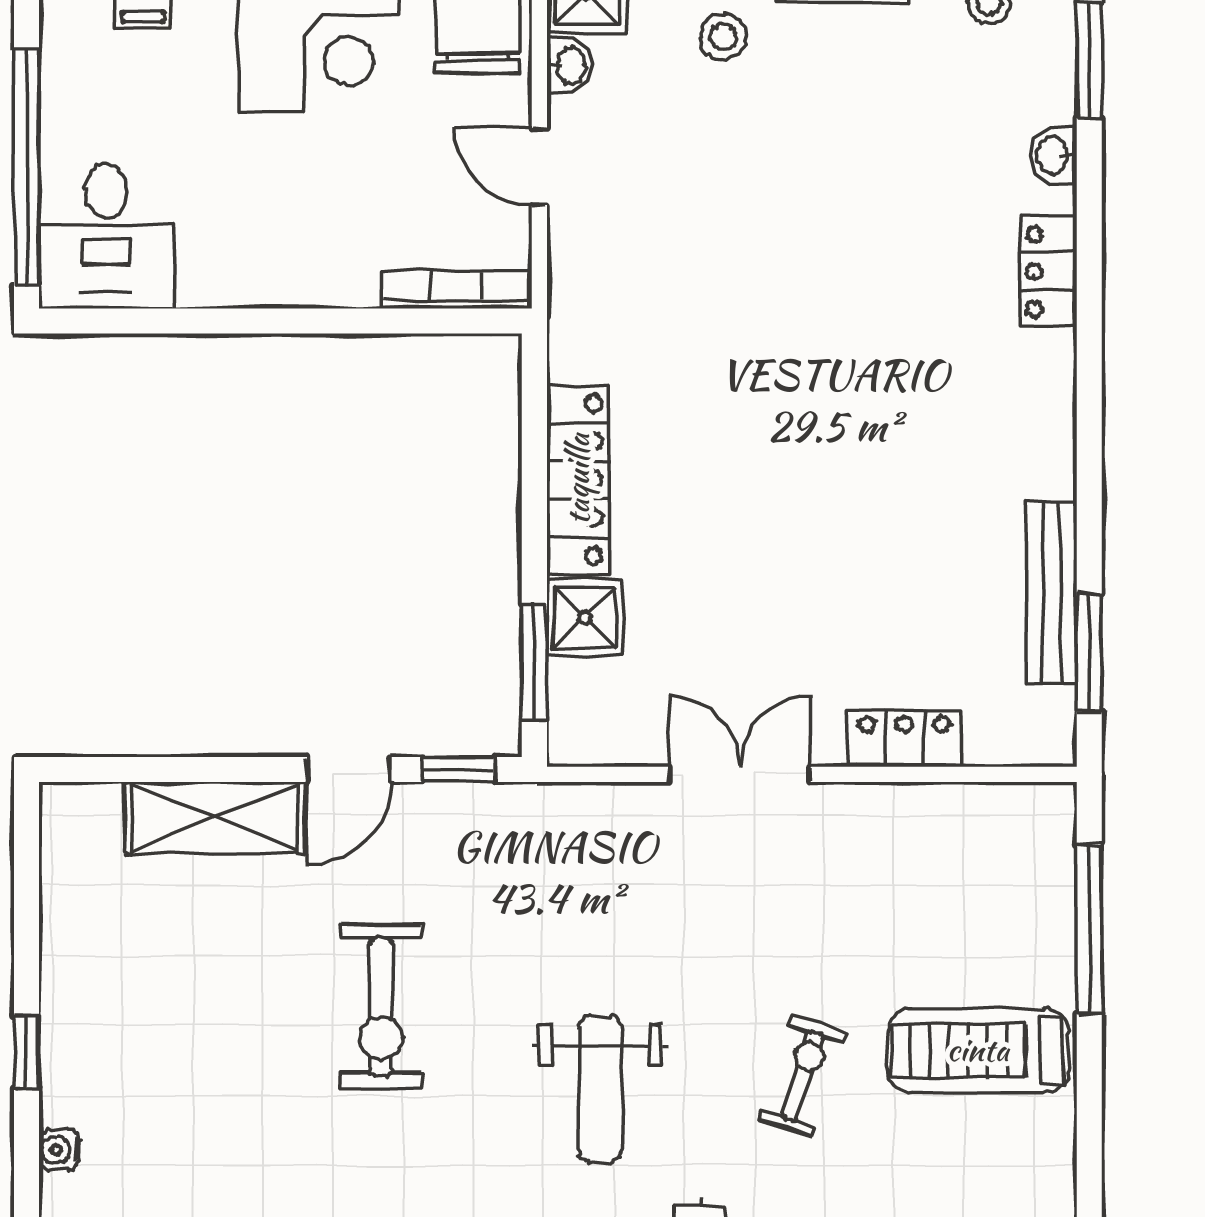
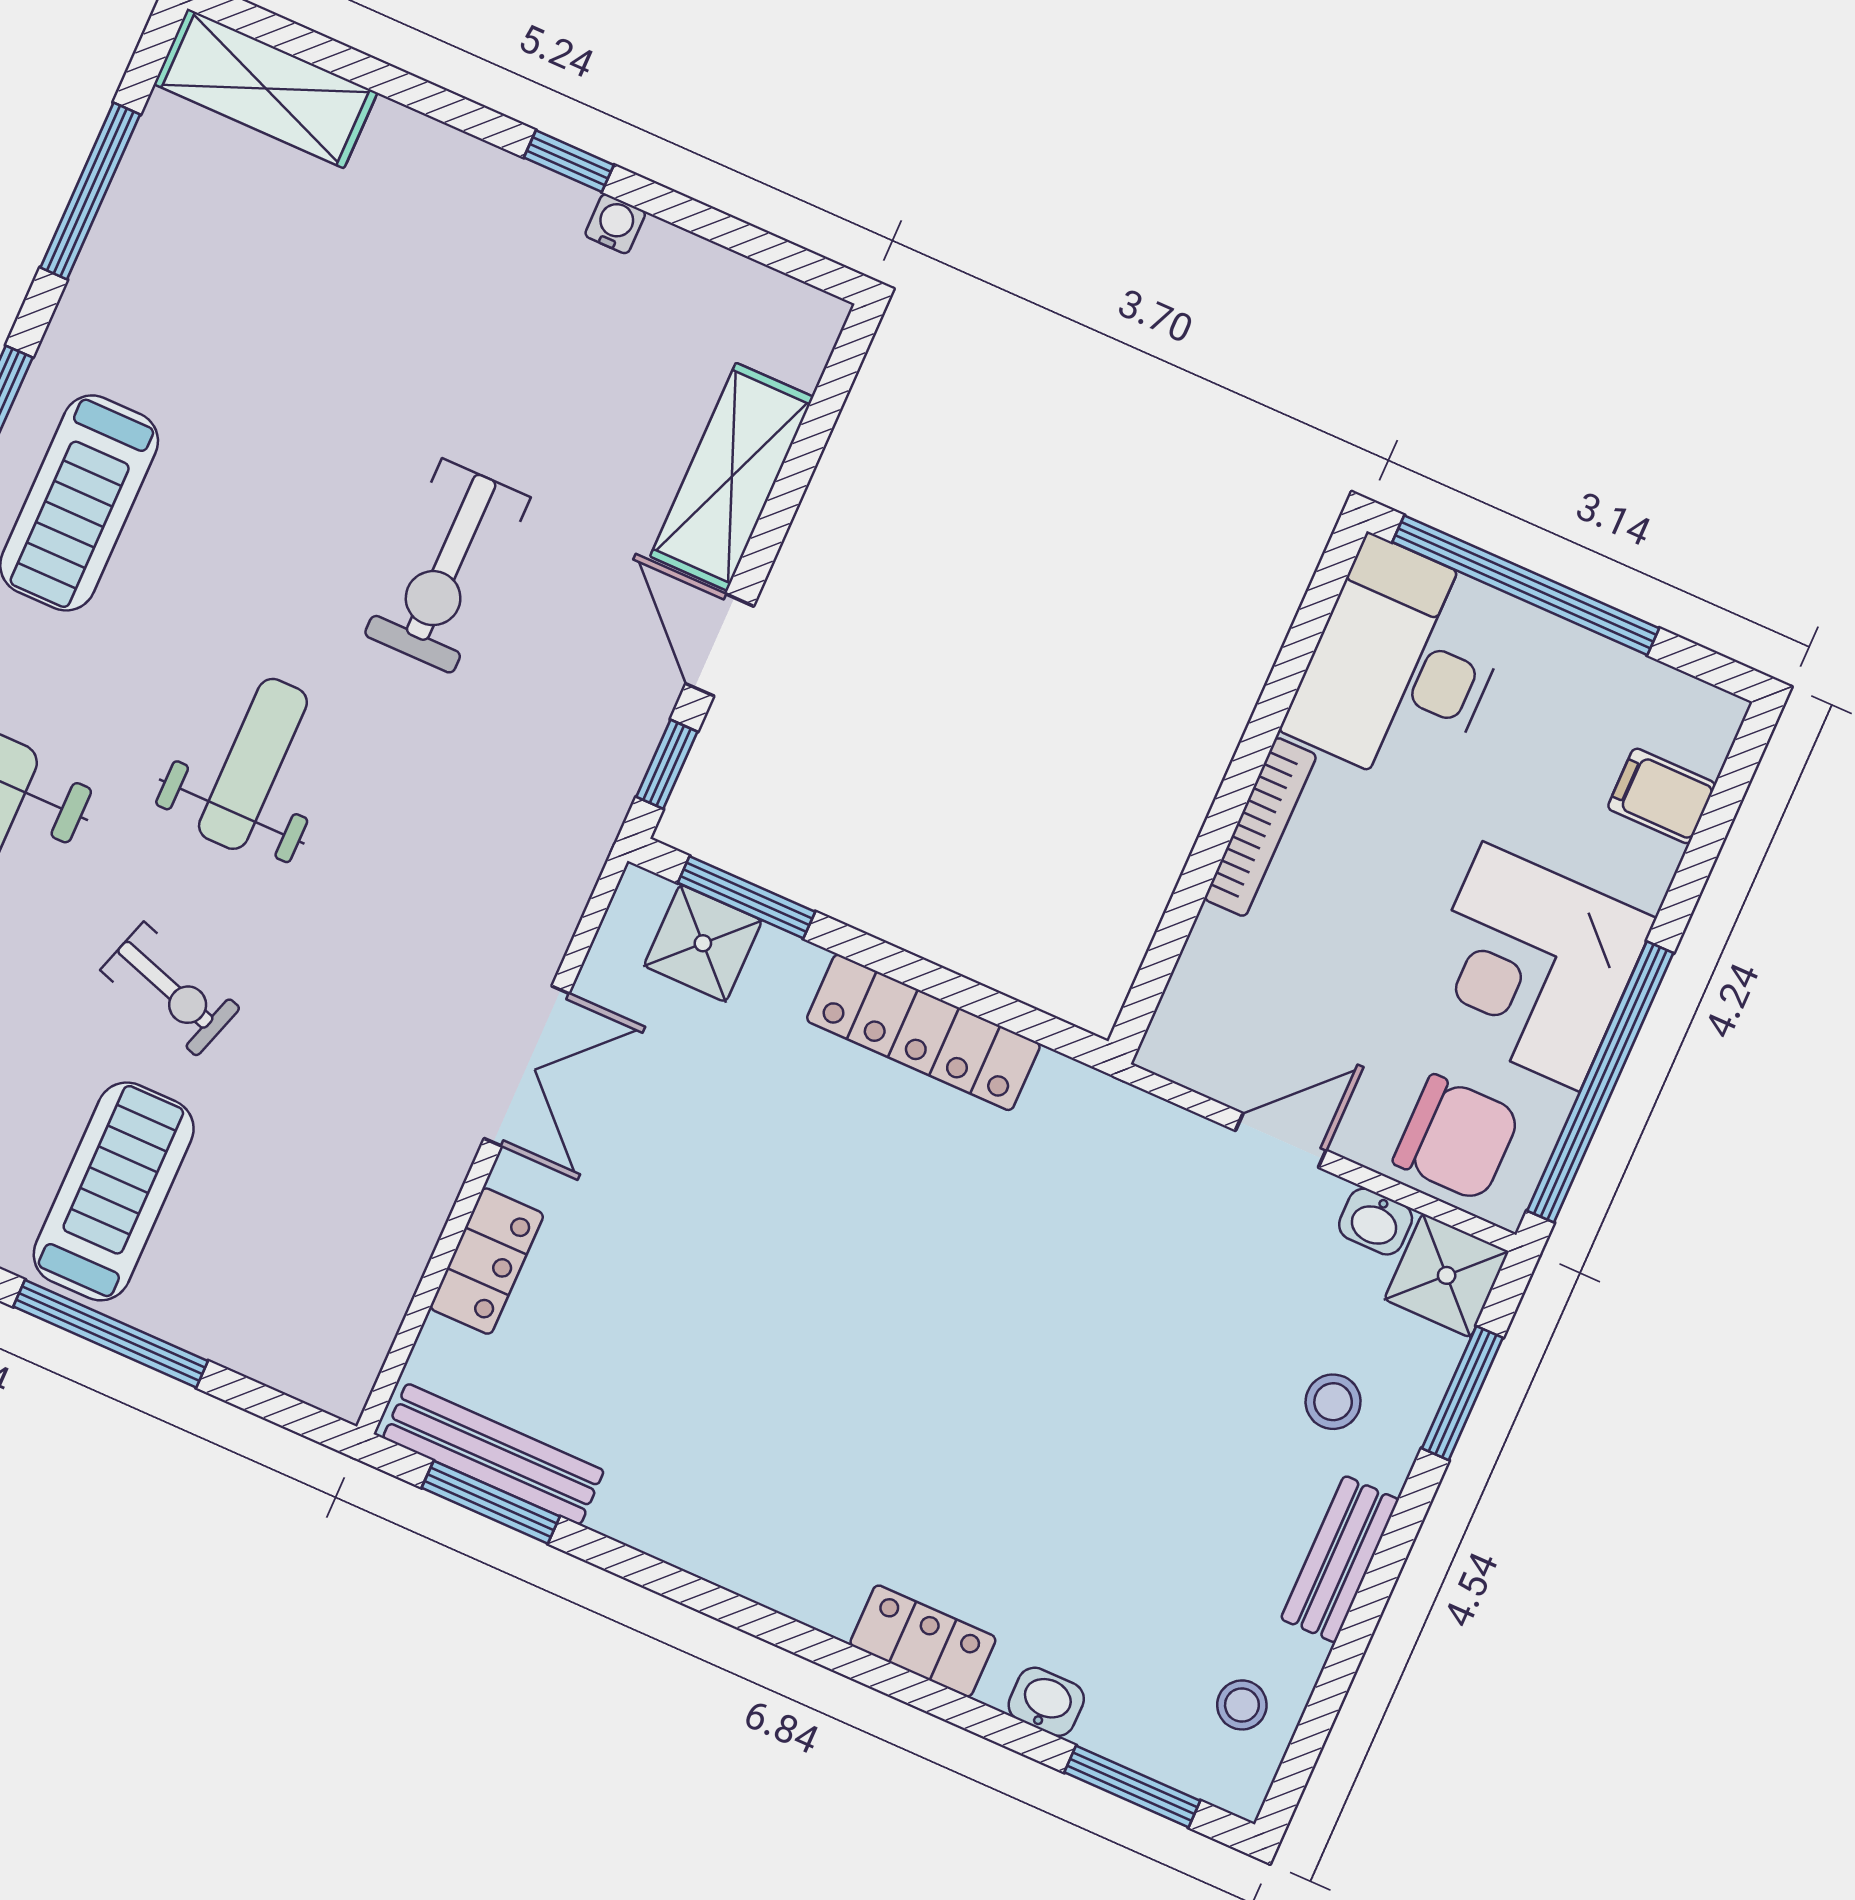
desk: (106, 236) -> (1401, 666), width x1.37
bookcase: (457, 289) -> (1260, 827), moved
bench: (1051, 593) -> (493, 1454), moved
shower: (585, 618) -> (703, 943), moved
window: (1089, 929) -> (111, 1334), moved
exercise bike: (381, 1007) -> (447, 566), turned -90
weight bench: (600, 1089) -> (253, 764), turned 90
water cooler: (59, 1150) -> (615, 224), moved

